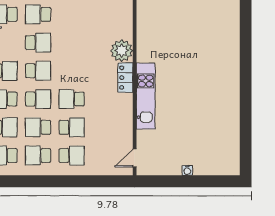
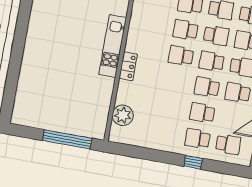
school desk: (38, 14) -> (198, 139), turned 180
plant: (122, 51) -> (123, 115), moved
school desk: (72, 99) -> (181, 56), turned 180

